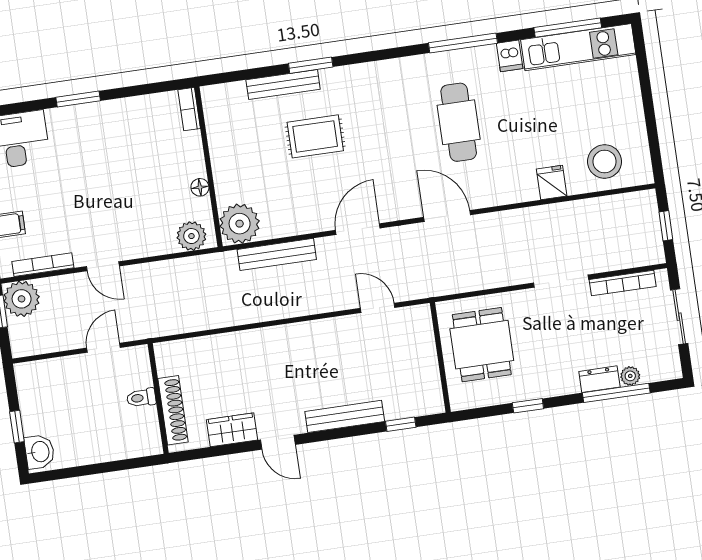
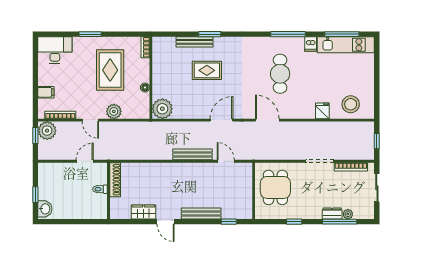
rug: (127, 163) -> (110, 70), added
plant: (191, 236) -> (114, 111), moved
bench: (277, 254) -> (192, 154), moved
shoe rack: (173, 410) -> (115, 180), moved

